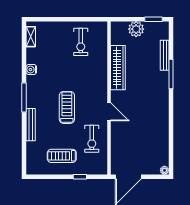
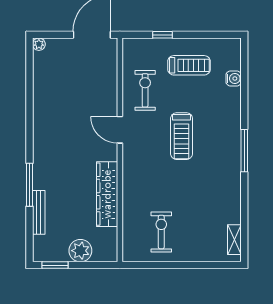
water cooler: (31, 70) -> (234, 78), moved
bench: (31, 125) -> (235, 111), removed

